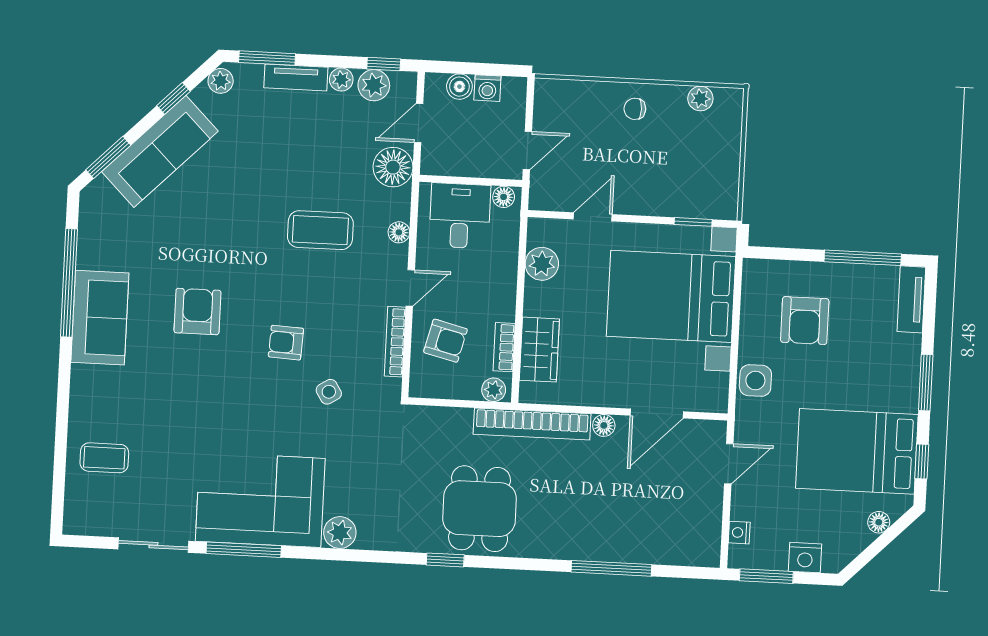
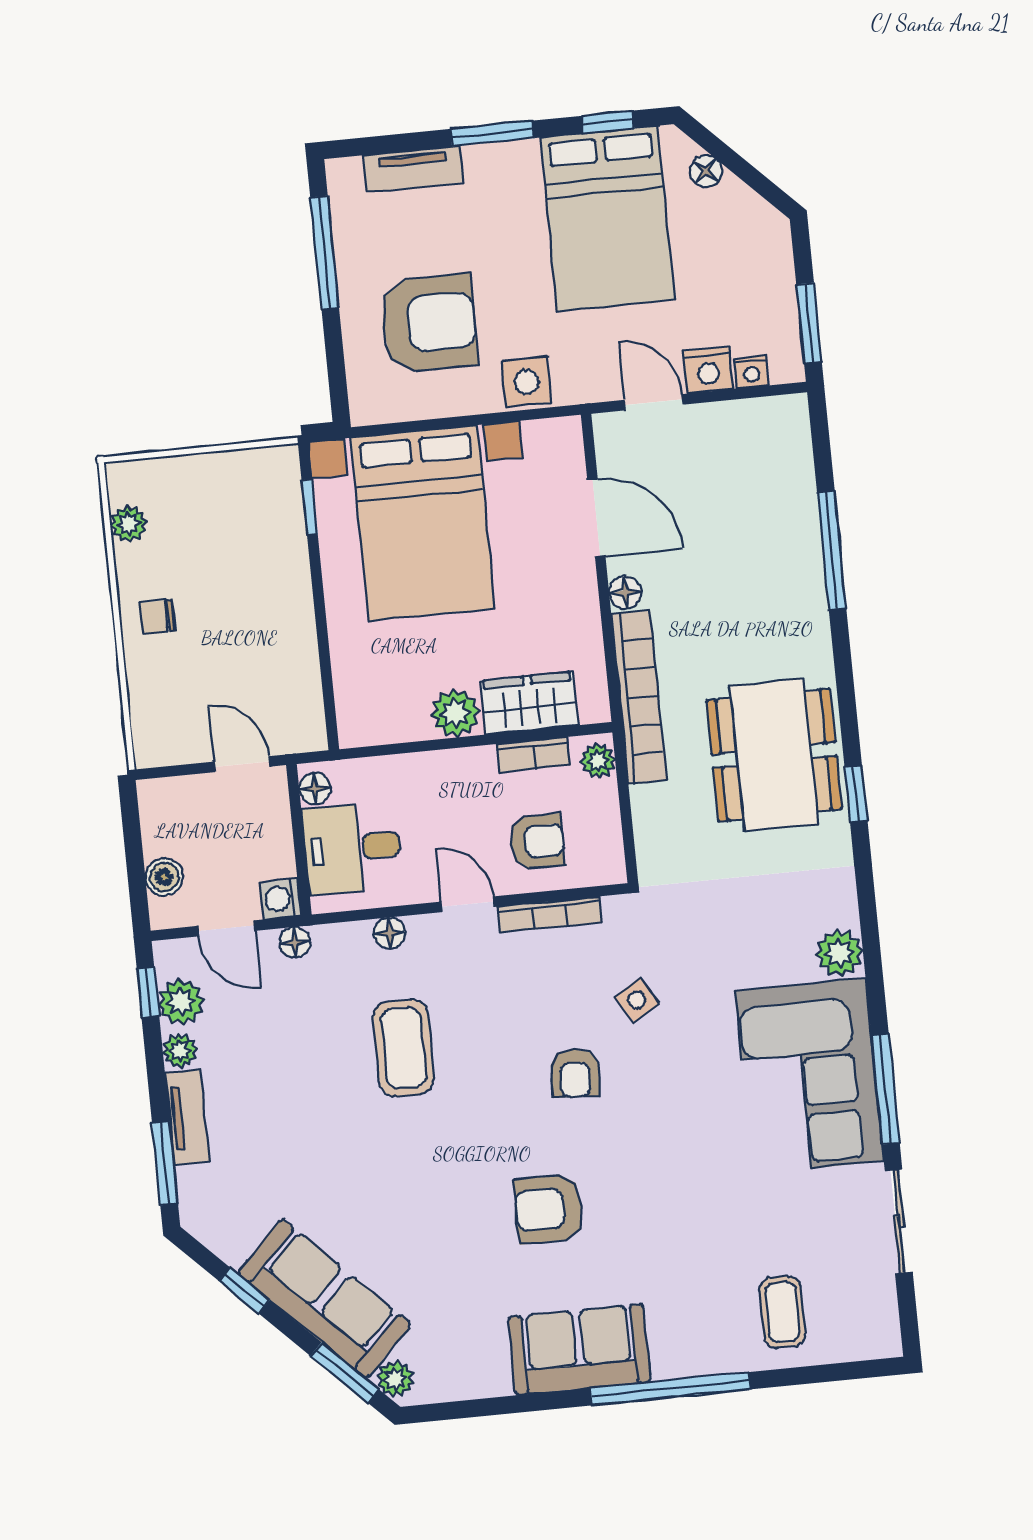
plant: (221, 81) -> (395, 1379), moved
washing machine: (487, 88) -> (280, 899), moved, turned 180
chair: (635, 109) -> (158, 617), turned 90
floor lamp: (393, 167) -> (295, 942), width x0.53, depth x0.53
door: (593, 217) -> (324, 654), removed
plant: (542, 264) -> (455, 713), moved
window: (69, 283) -> (670, 1389), moved
tv unit: (911, 299) -> (413, 169), moved
armchair: (805, 320) -> (429, 323), width x1.36, depth x1.36
armchair: (445, 341) -> (537, 841), turned 76
dining table: (480, 509) -> (774, 755), width x1.38
nightstand: (805, 558) -> (708, 370), moved, turned 90

